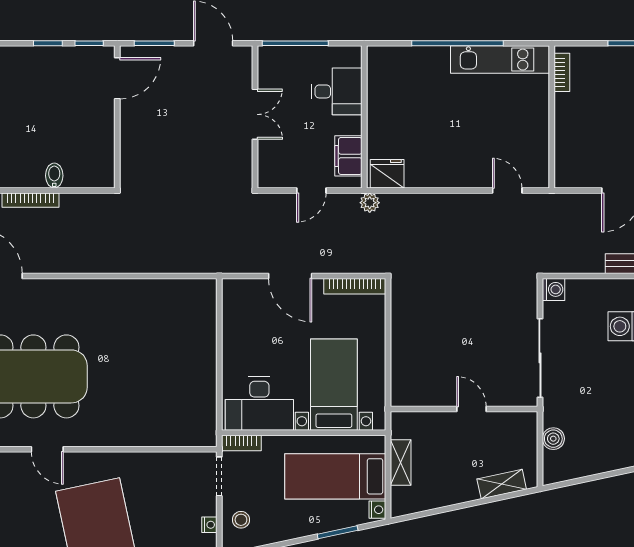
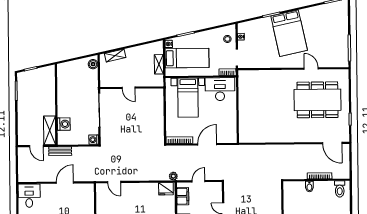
door: (290, 276) -> (207, 144), hinge flipped
boiler: (553, 439) -> (93, 64), moved

